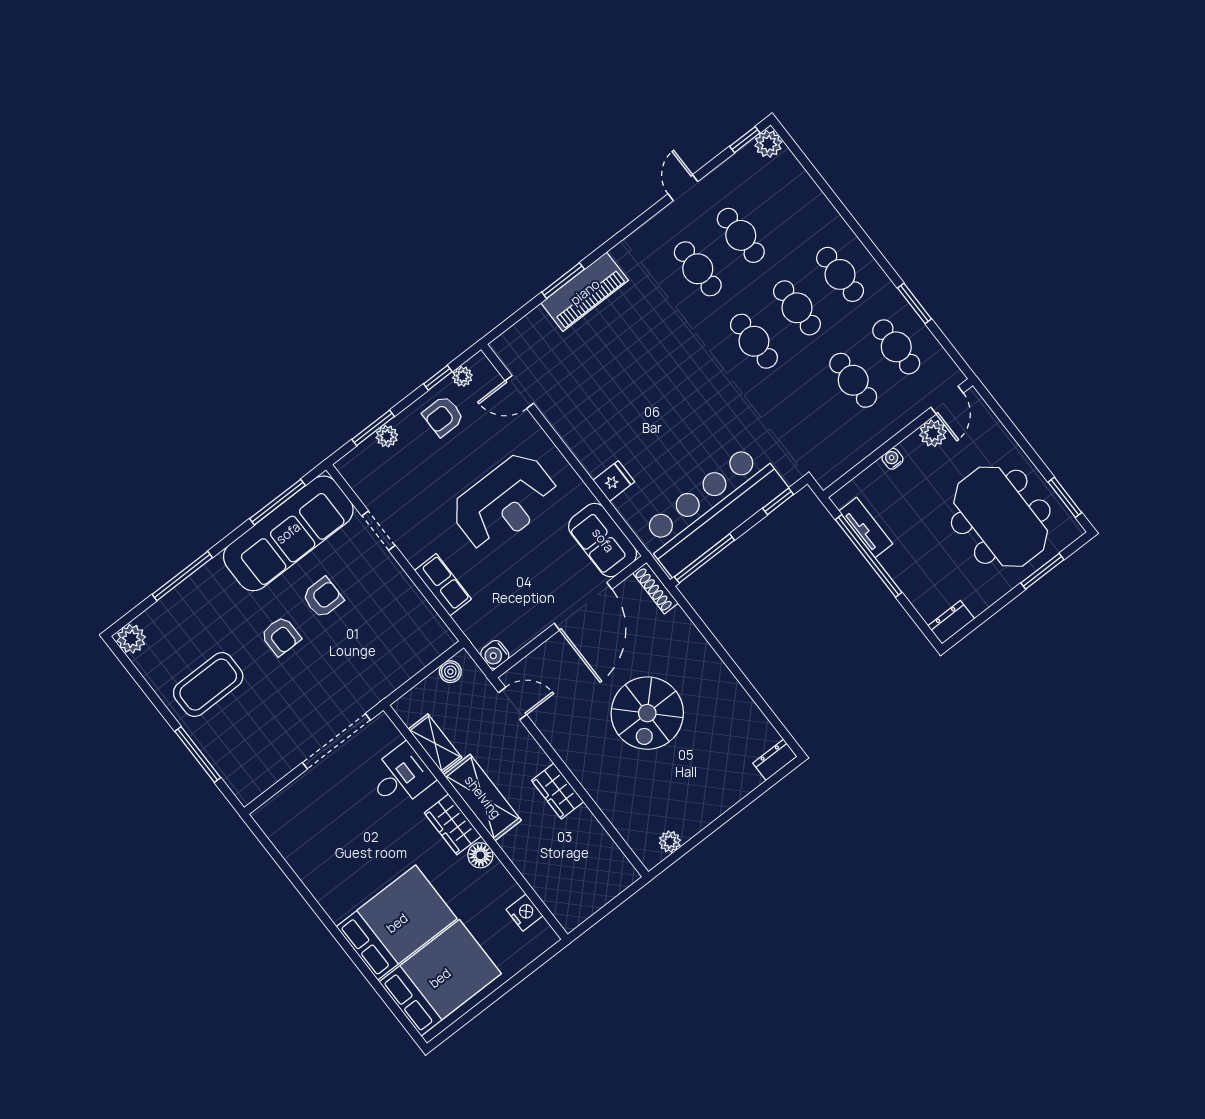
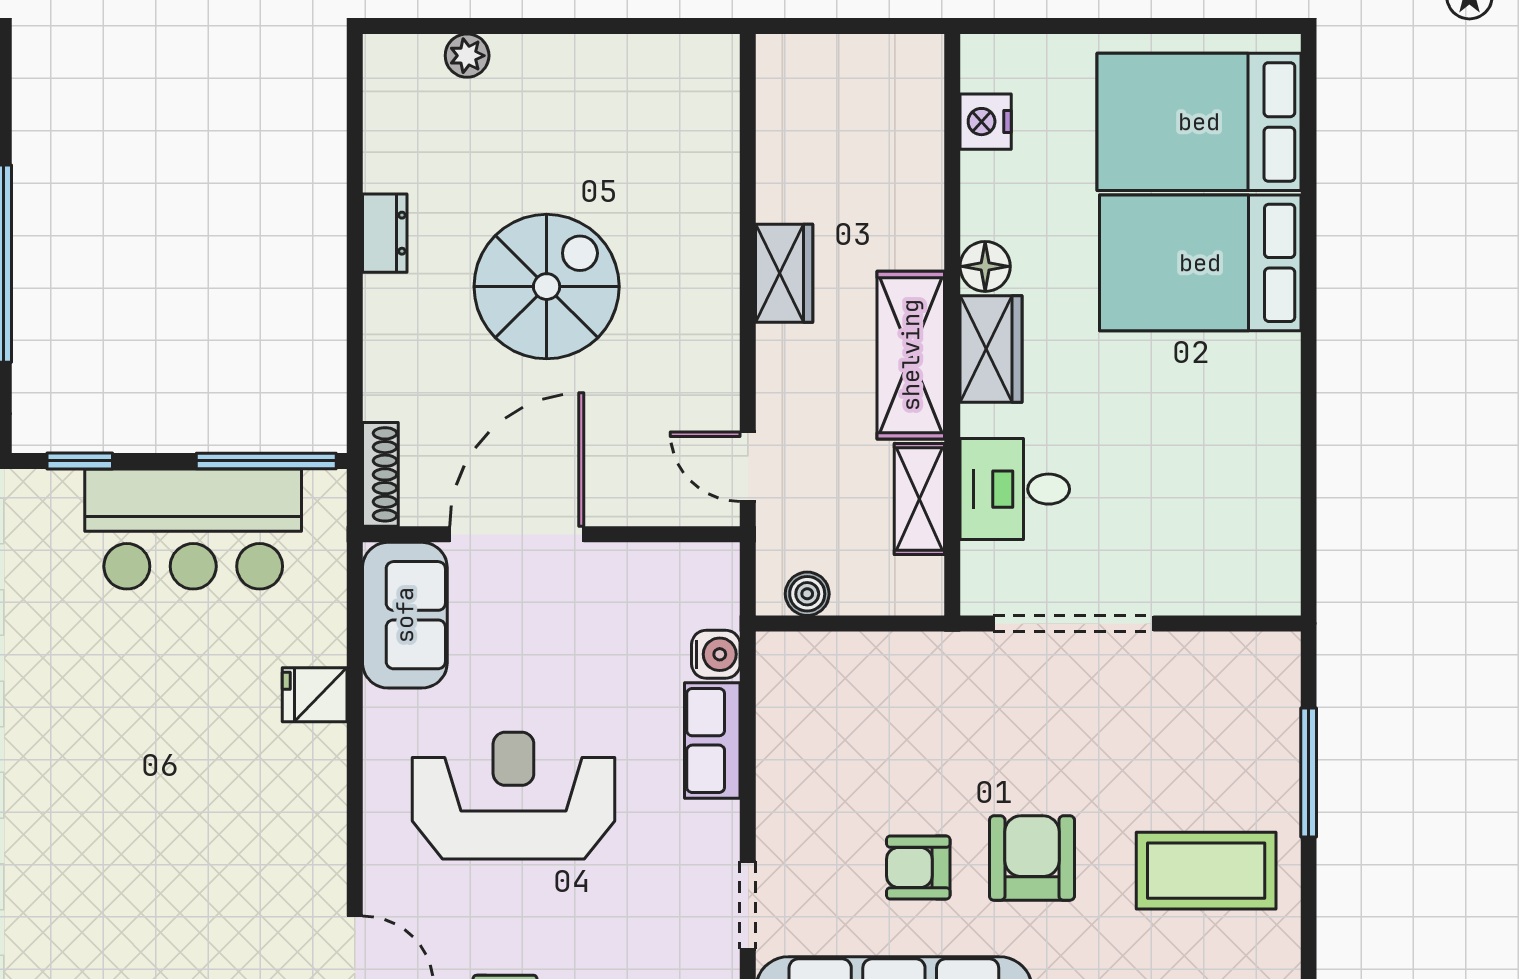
bar counter: (712, 509) -> (193, 529), width x0.73
armchair: (281, 636) -> (1032, 858), width x1.38, depth x1.38
water cooler: (495, 655) -> (716, 654), moved
dresser: (775, 760) -> (385, 233), moved, turned -90
plant: (670, 842) -> (467, 56), moved

